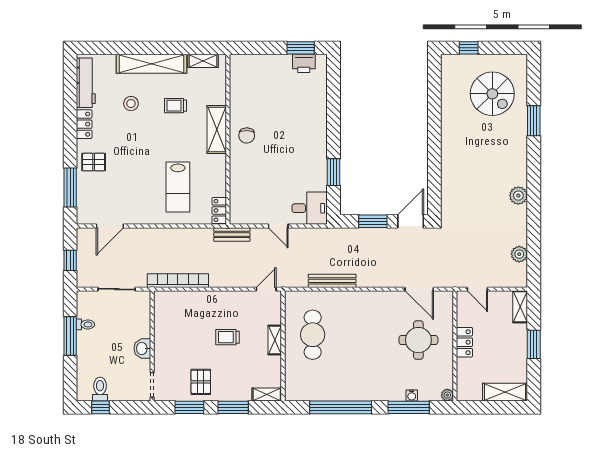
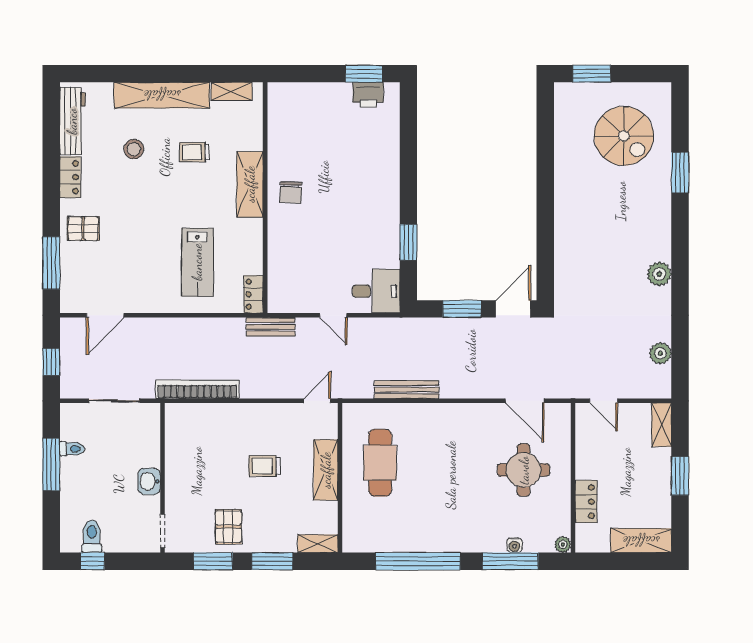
window: (469, 48) -> (592, 74), width x1.50
shelving: (275, 340) -> (326, 470), width x1.50, depth x1.33
locker: (464, 342) -> (586, 502), moved

